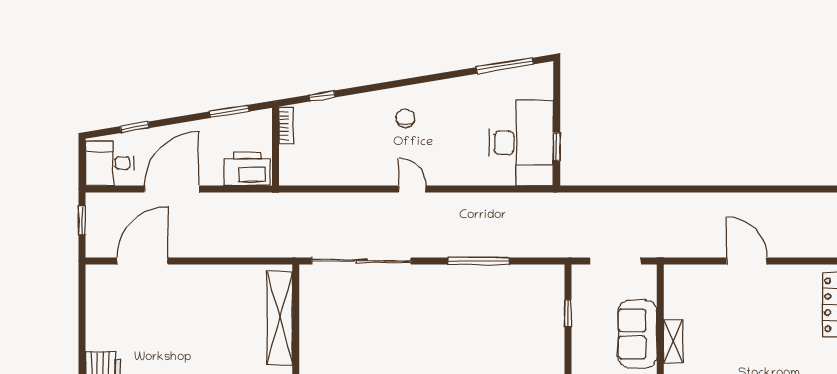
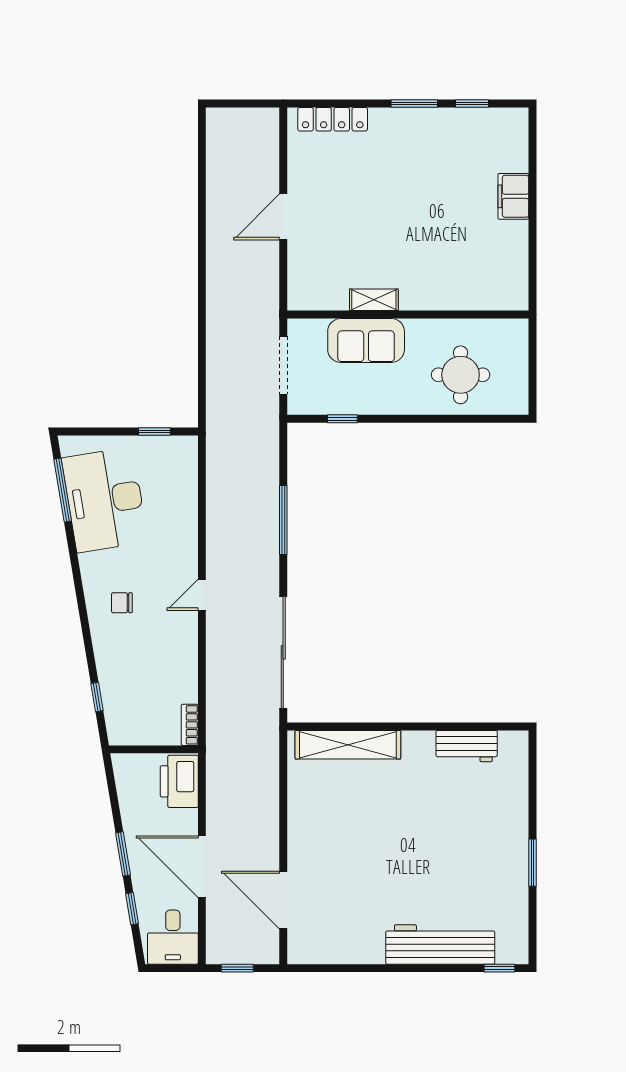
window: (229, 111) -> (123, 854), moved
bookcase: (286, 126) -> (190, 725), moved, turned -90
desk: (521, 143) -> (105, 500), moved, turned -99

